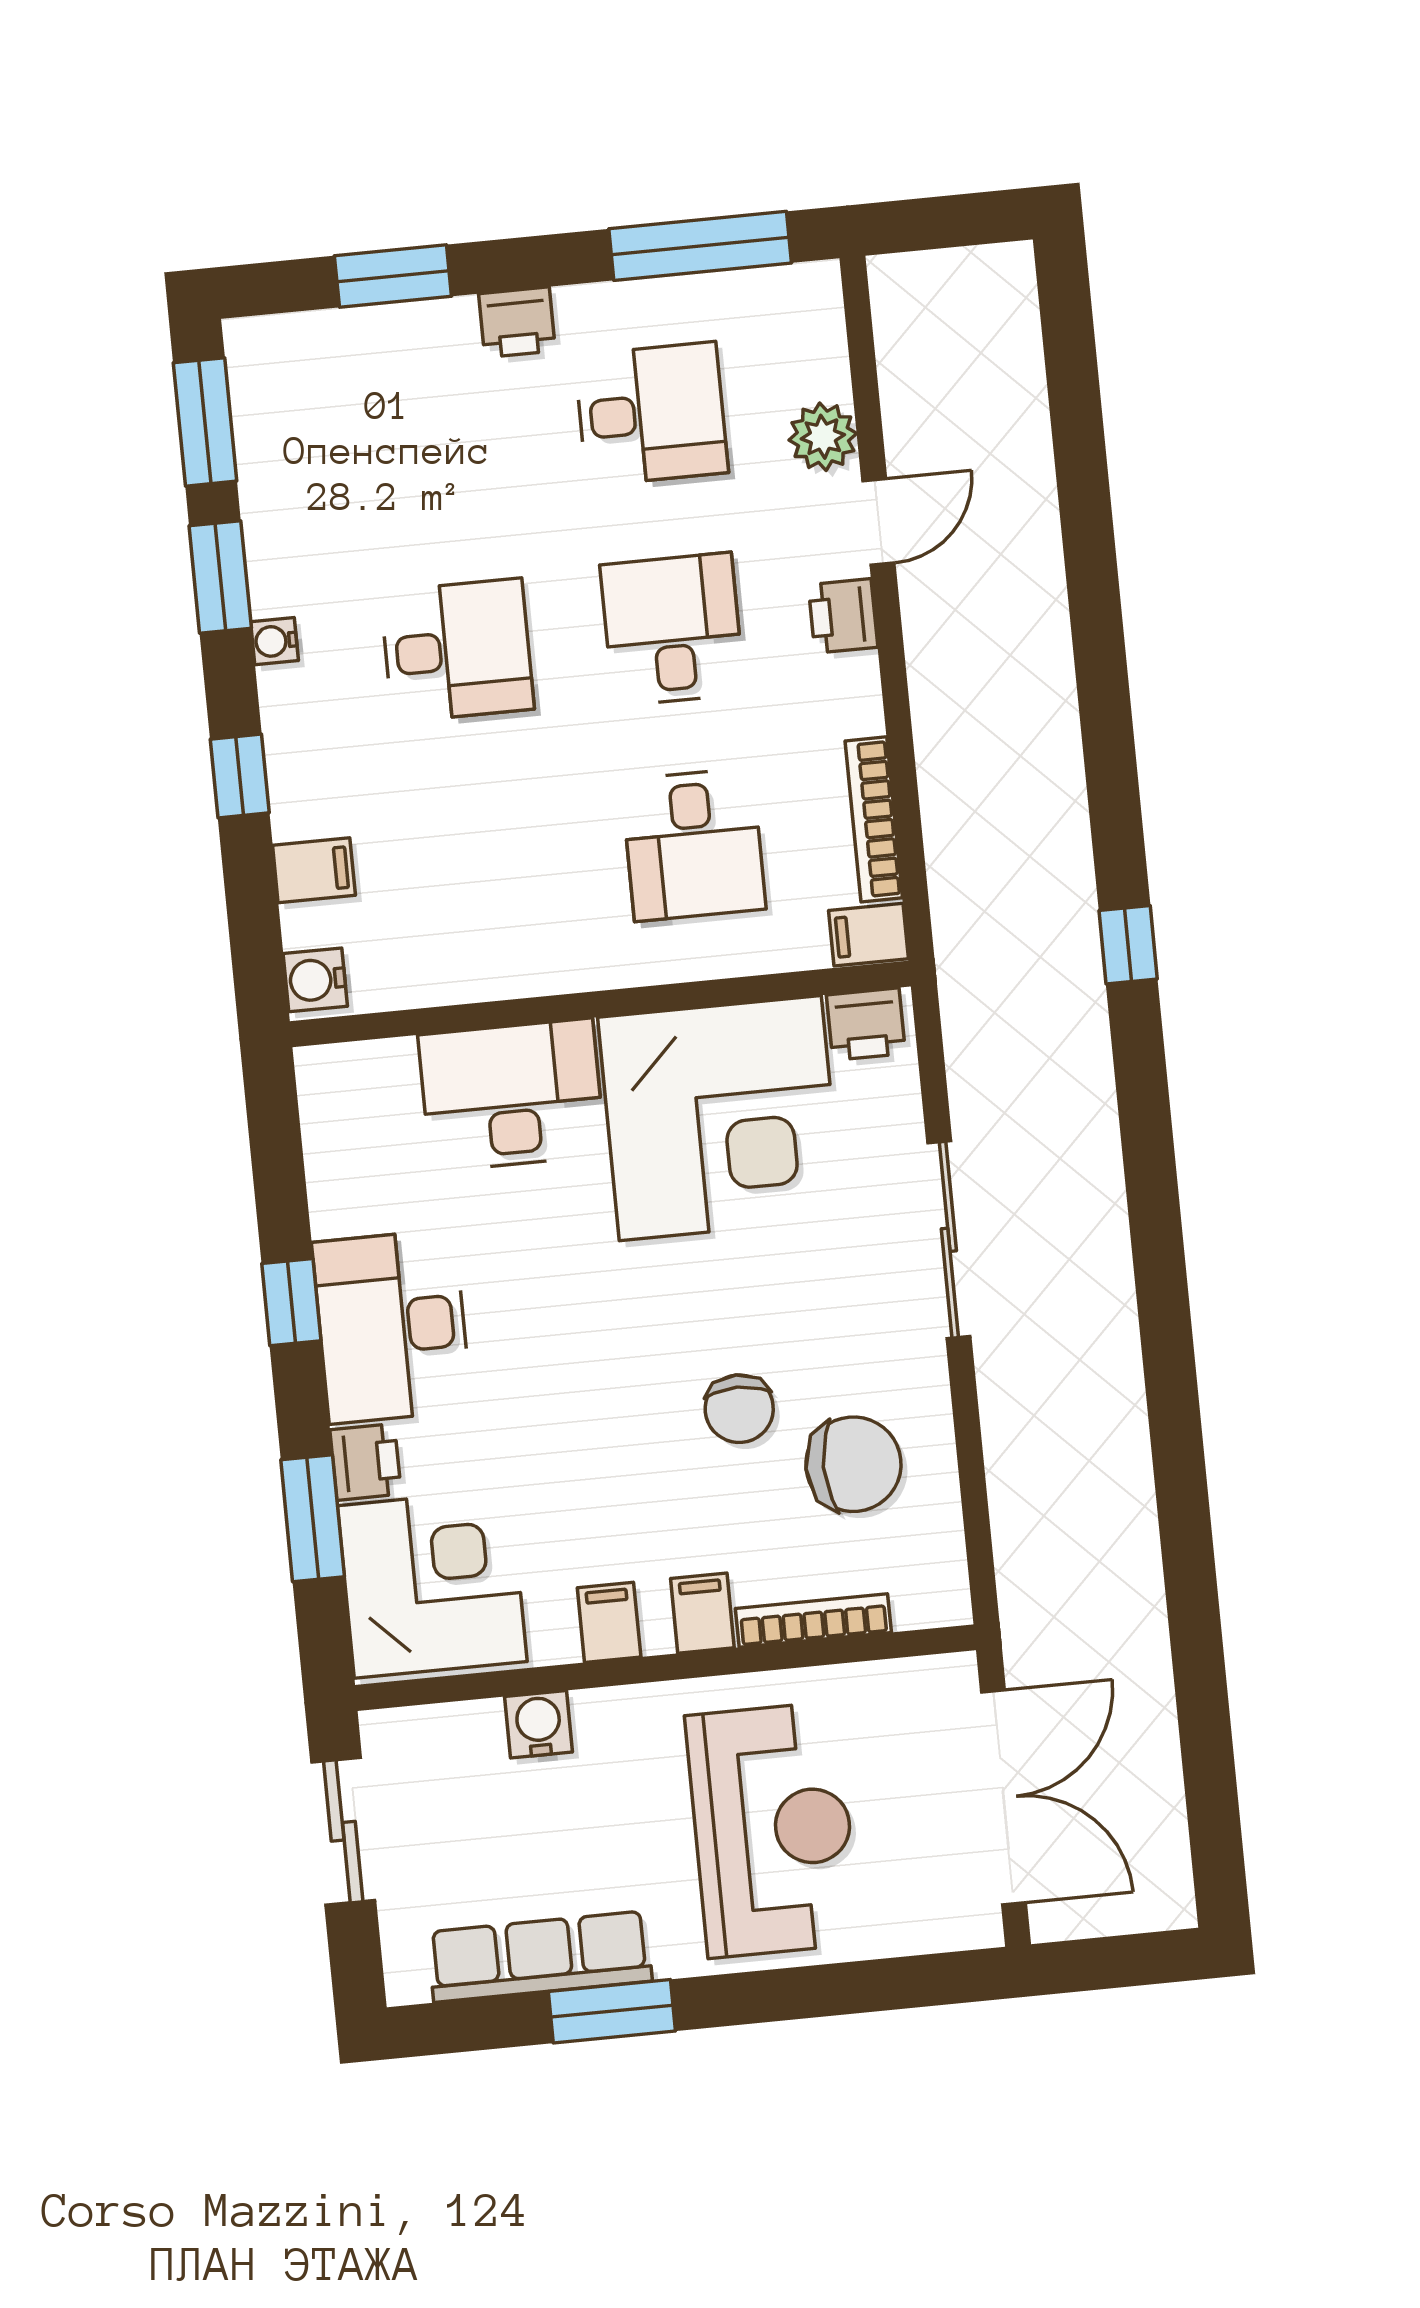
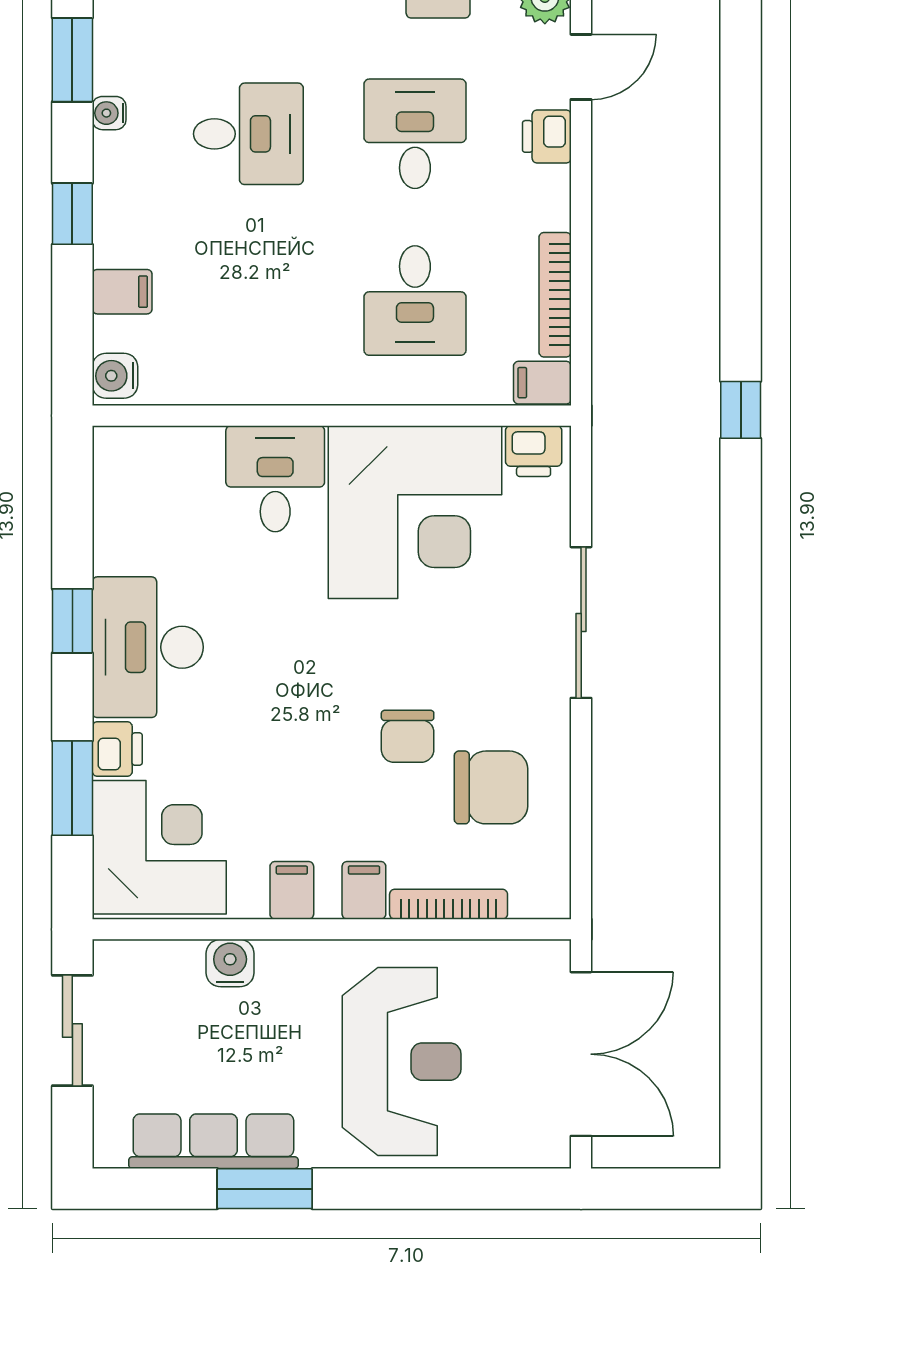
desk: (512, 1095) -> (275, 479), width x0.73

